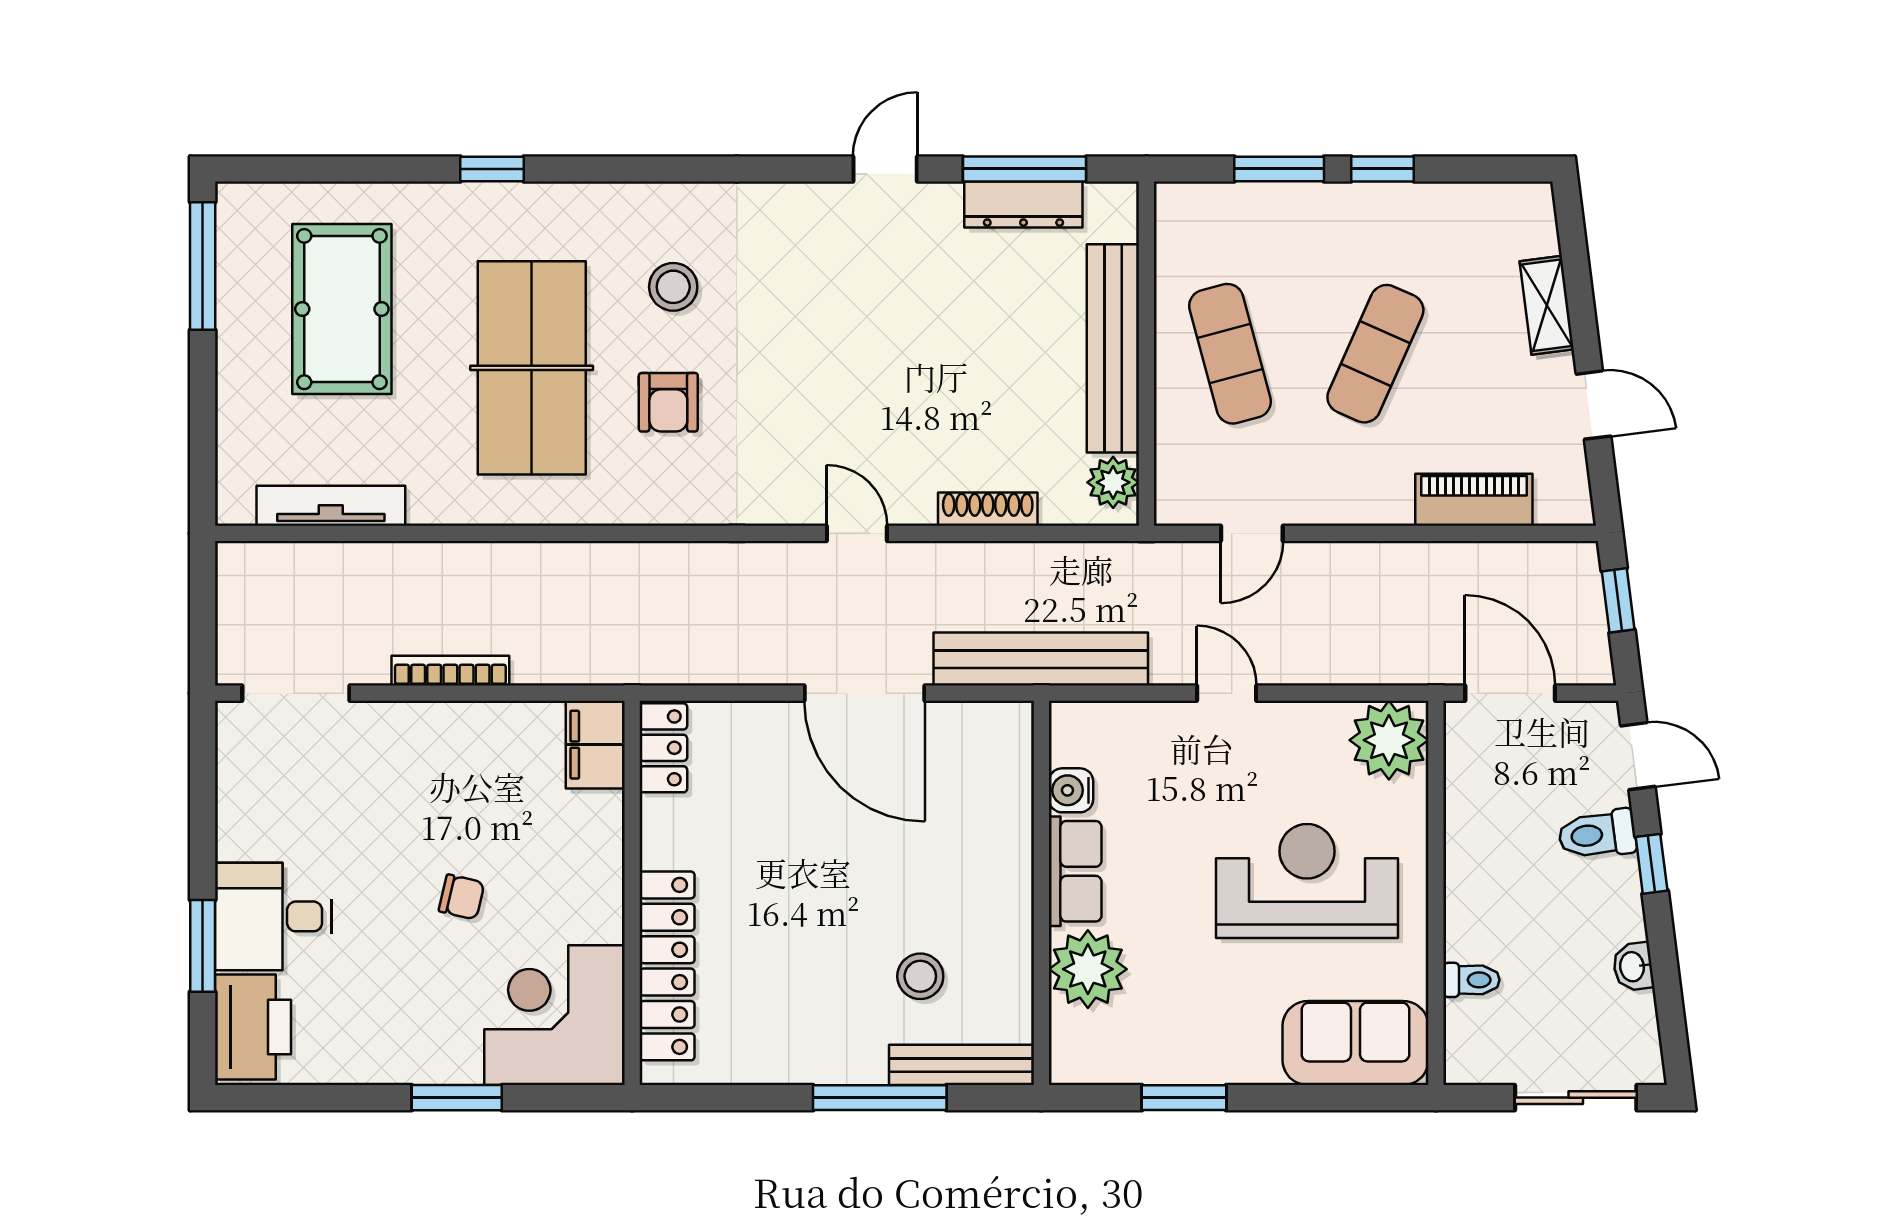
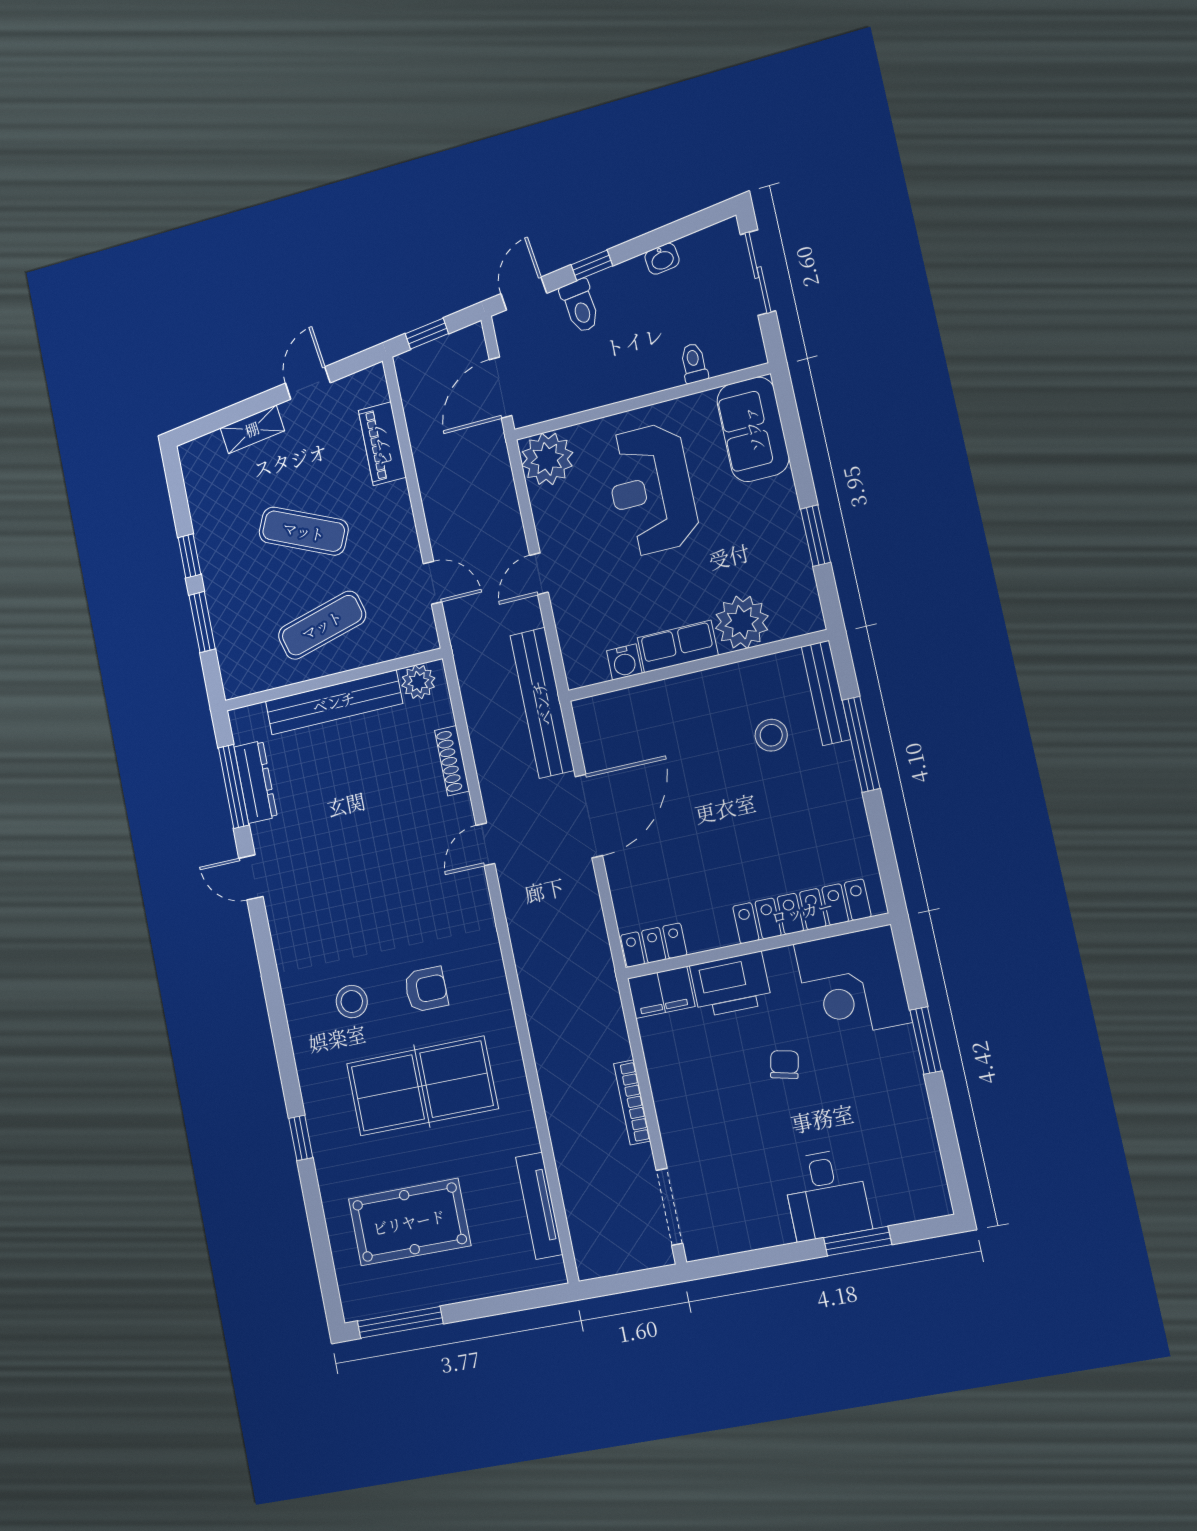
printer: (253, 1027) -> (731, 984), moved, turned 180

